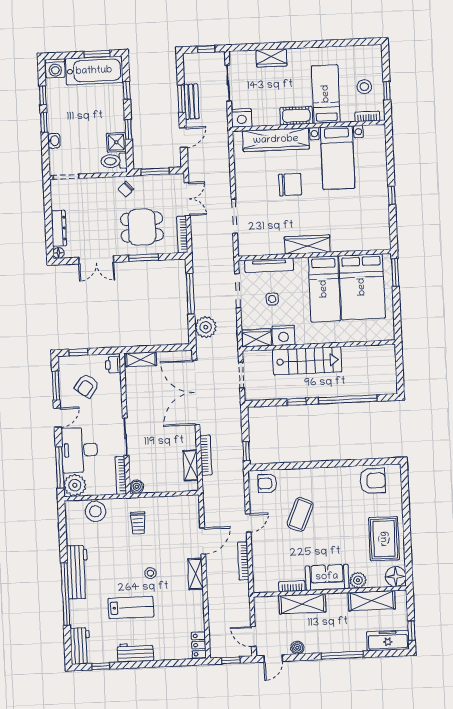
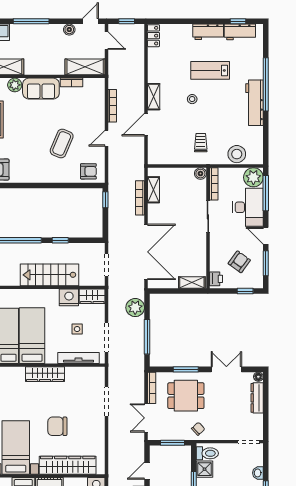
door: (57, 418) -> (266, 236), hinge flipped
shelving: (302, 604) -> (85, 67), moved
workbench: (80, 646) -> (240, 32), moved, turned -90

